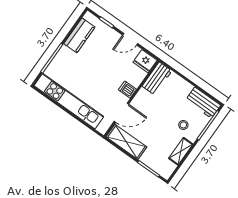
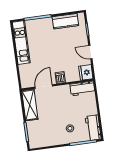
kitchen unit: (69, 101) -> (21, 43), width x0.73
door: (121, 113) -> (44, 87), swing flipped
shelving: (181, 151) -> (54, 141), removed

